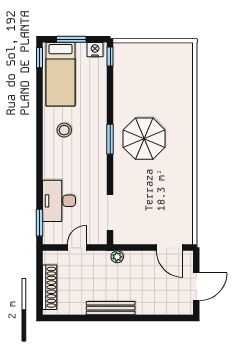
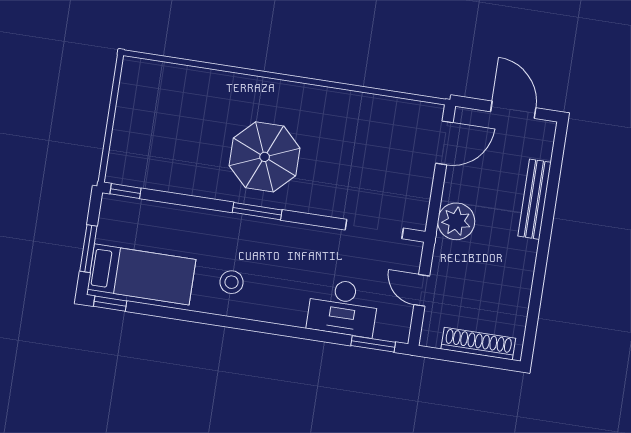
nightstand: (95, 50) -> (111, 213), removed
plant: (117, 257) -> (456, 221), width x1.88, depth x1.88
bench: (111, 308) -> (535, 199), moved

